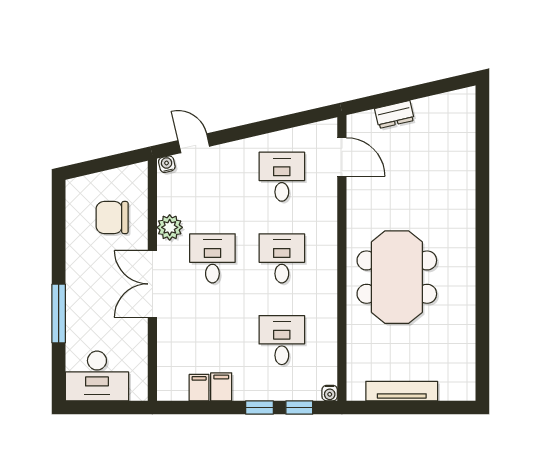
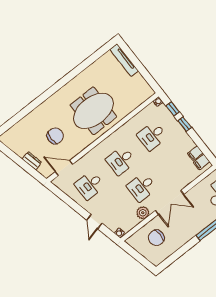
door: (194, 143) -> (94, 222), moved
door: (342, 157) -> (64, 168), hinge flipped
chair: (405, 184) -> (55, 136), added
chair: (112, 218) -> (156, 238), turned 90
filing cabinet: (221, 387) -> (202, 162), moved
tv unit: (402, 391) -> (124, 60), moved

